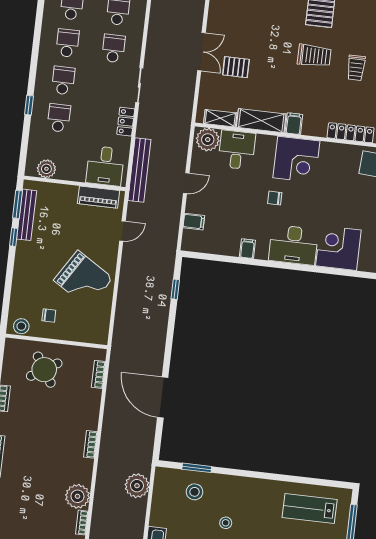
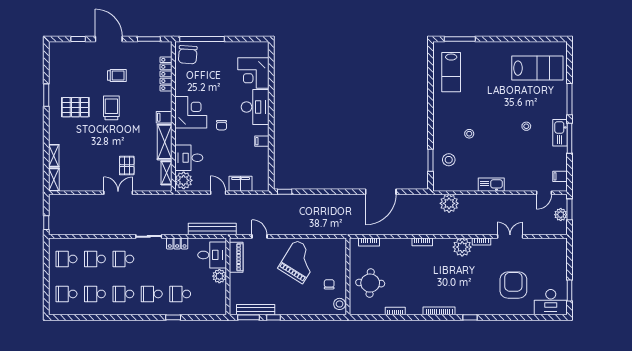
plant: (46, 169) -> (219, 276), moved
filing cabinet: (194, 222) -> (241, 184), width x2.00
window: (175, 289) -> (285, 192), moved
round table: (44, 370) -> (370, 283), turned 35

